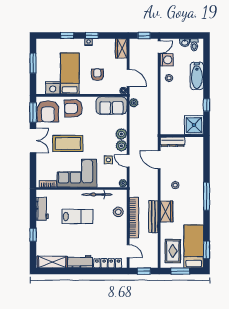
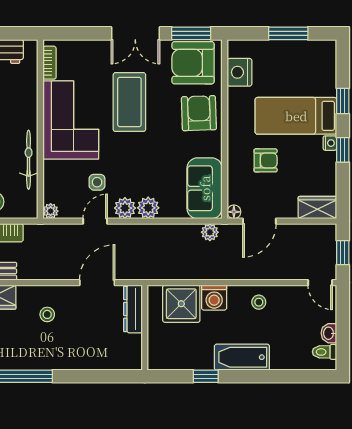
washing machine: (167, 60) -> (214, 298), moved
bed: (70, 74) -> (296, 116), moved, turned 180
bathtub: (197, 76) -> (242, 357), moved
shower: (194, 125) -> (181, 304), moved

